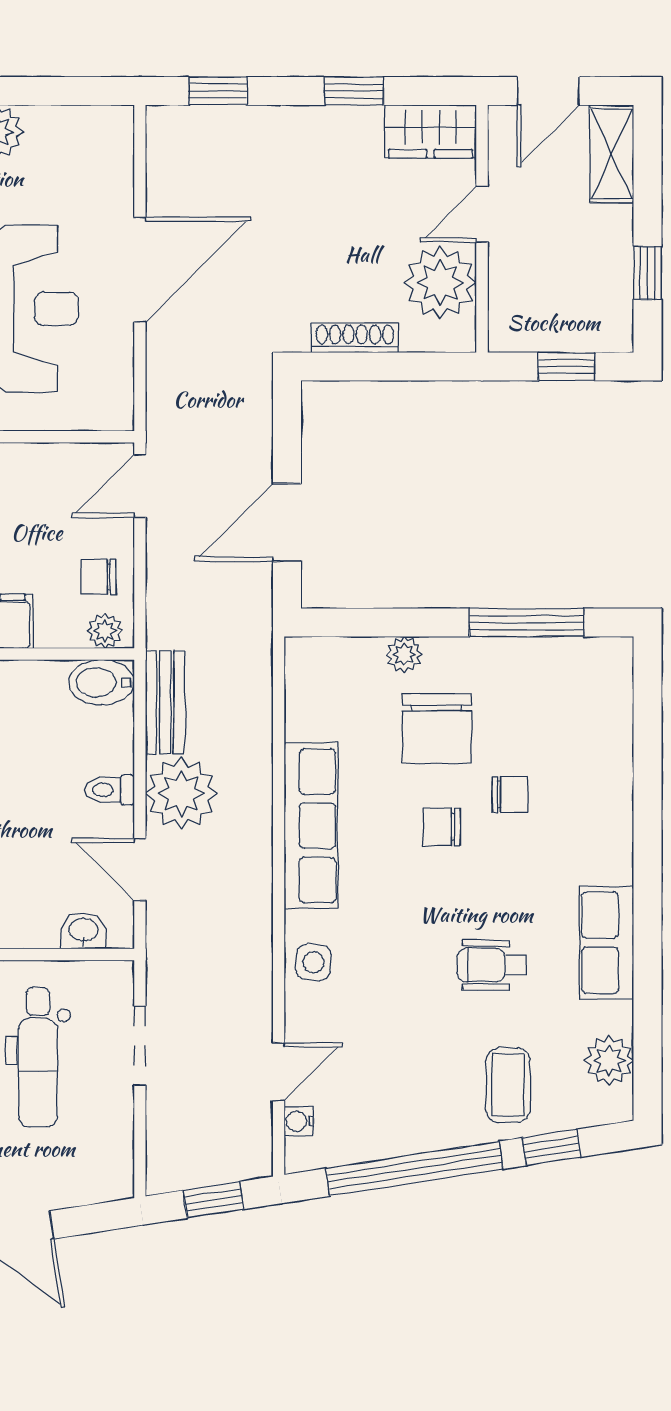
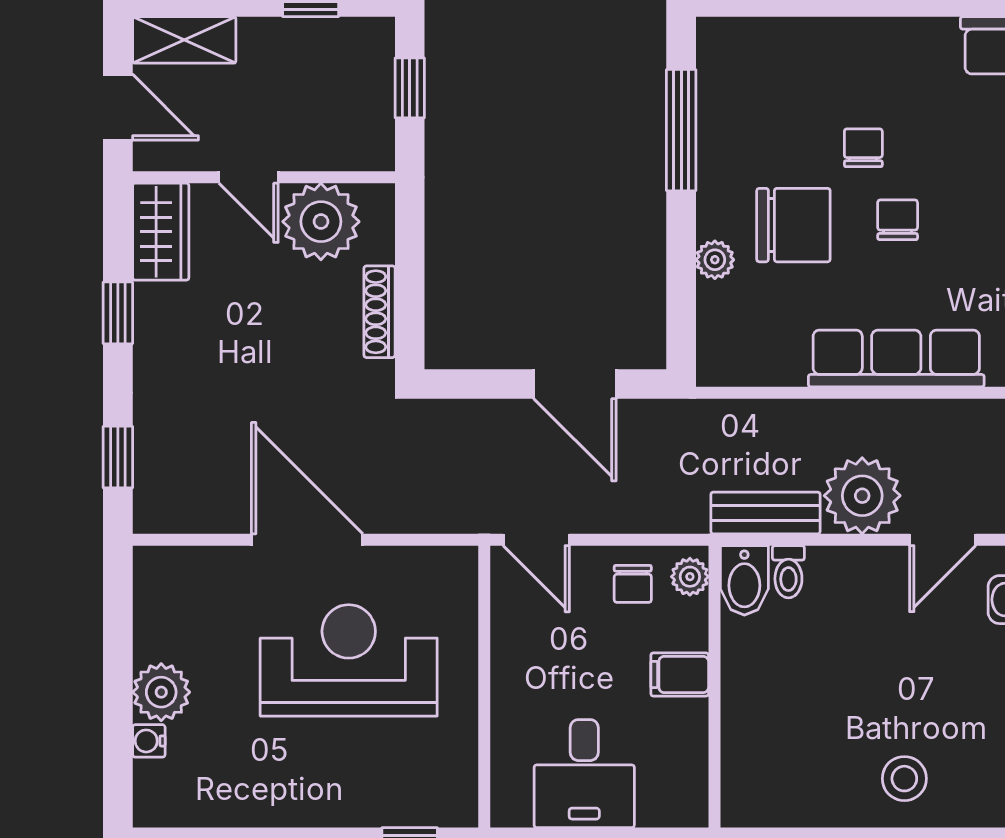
toilet: (110, 790) -> (788, 572), moved
chair: (442, 827) -> (898, 220), turned 180

